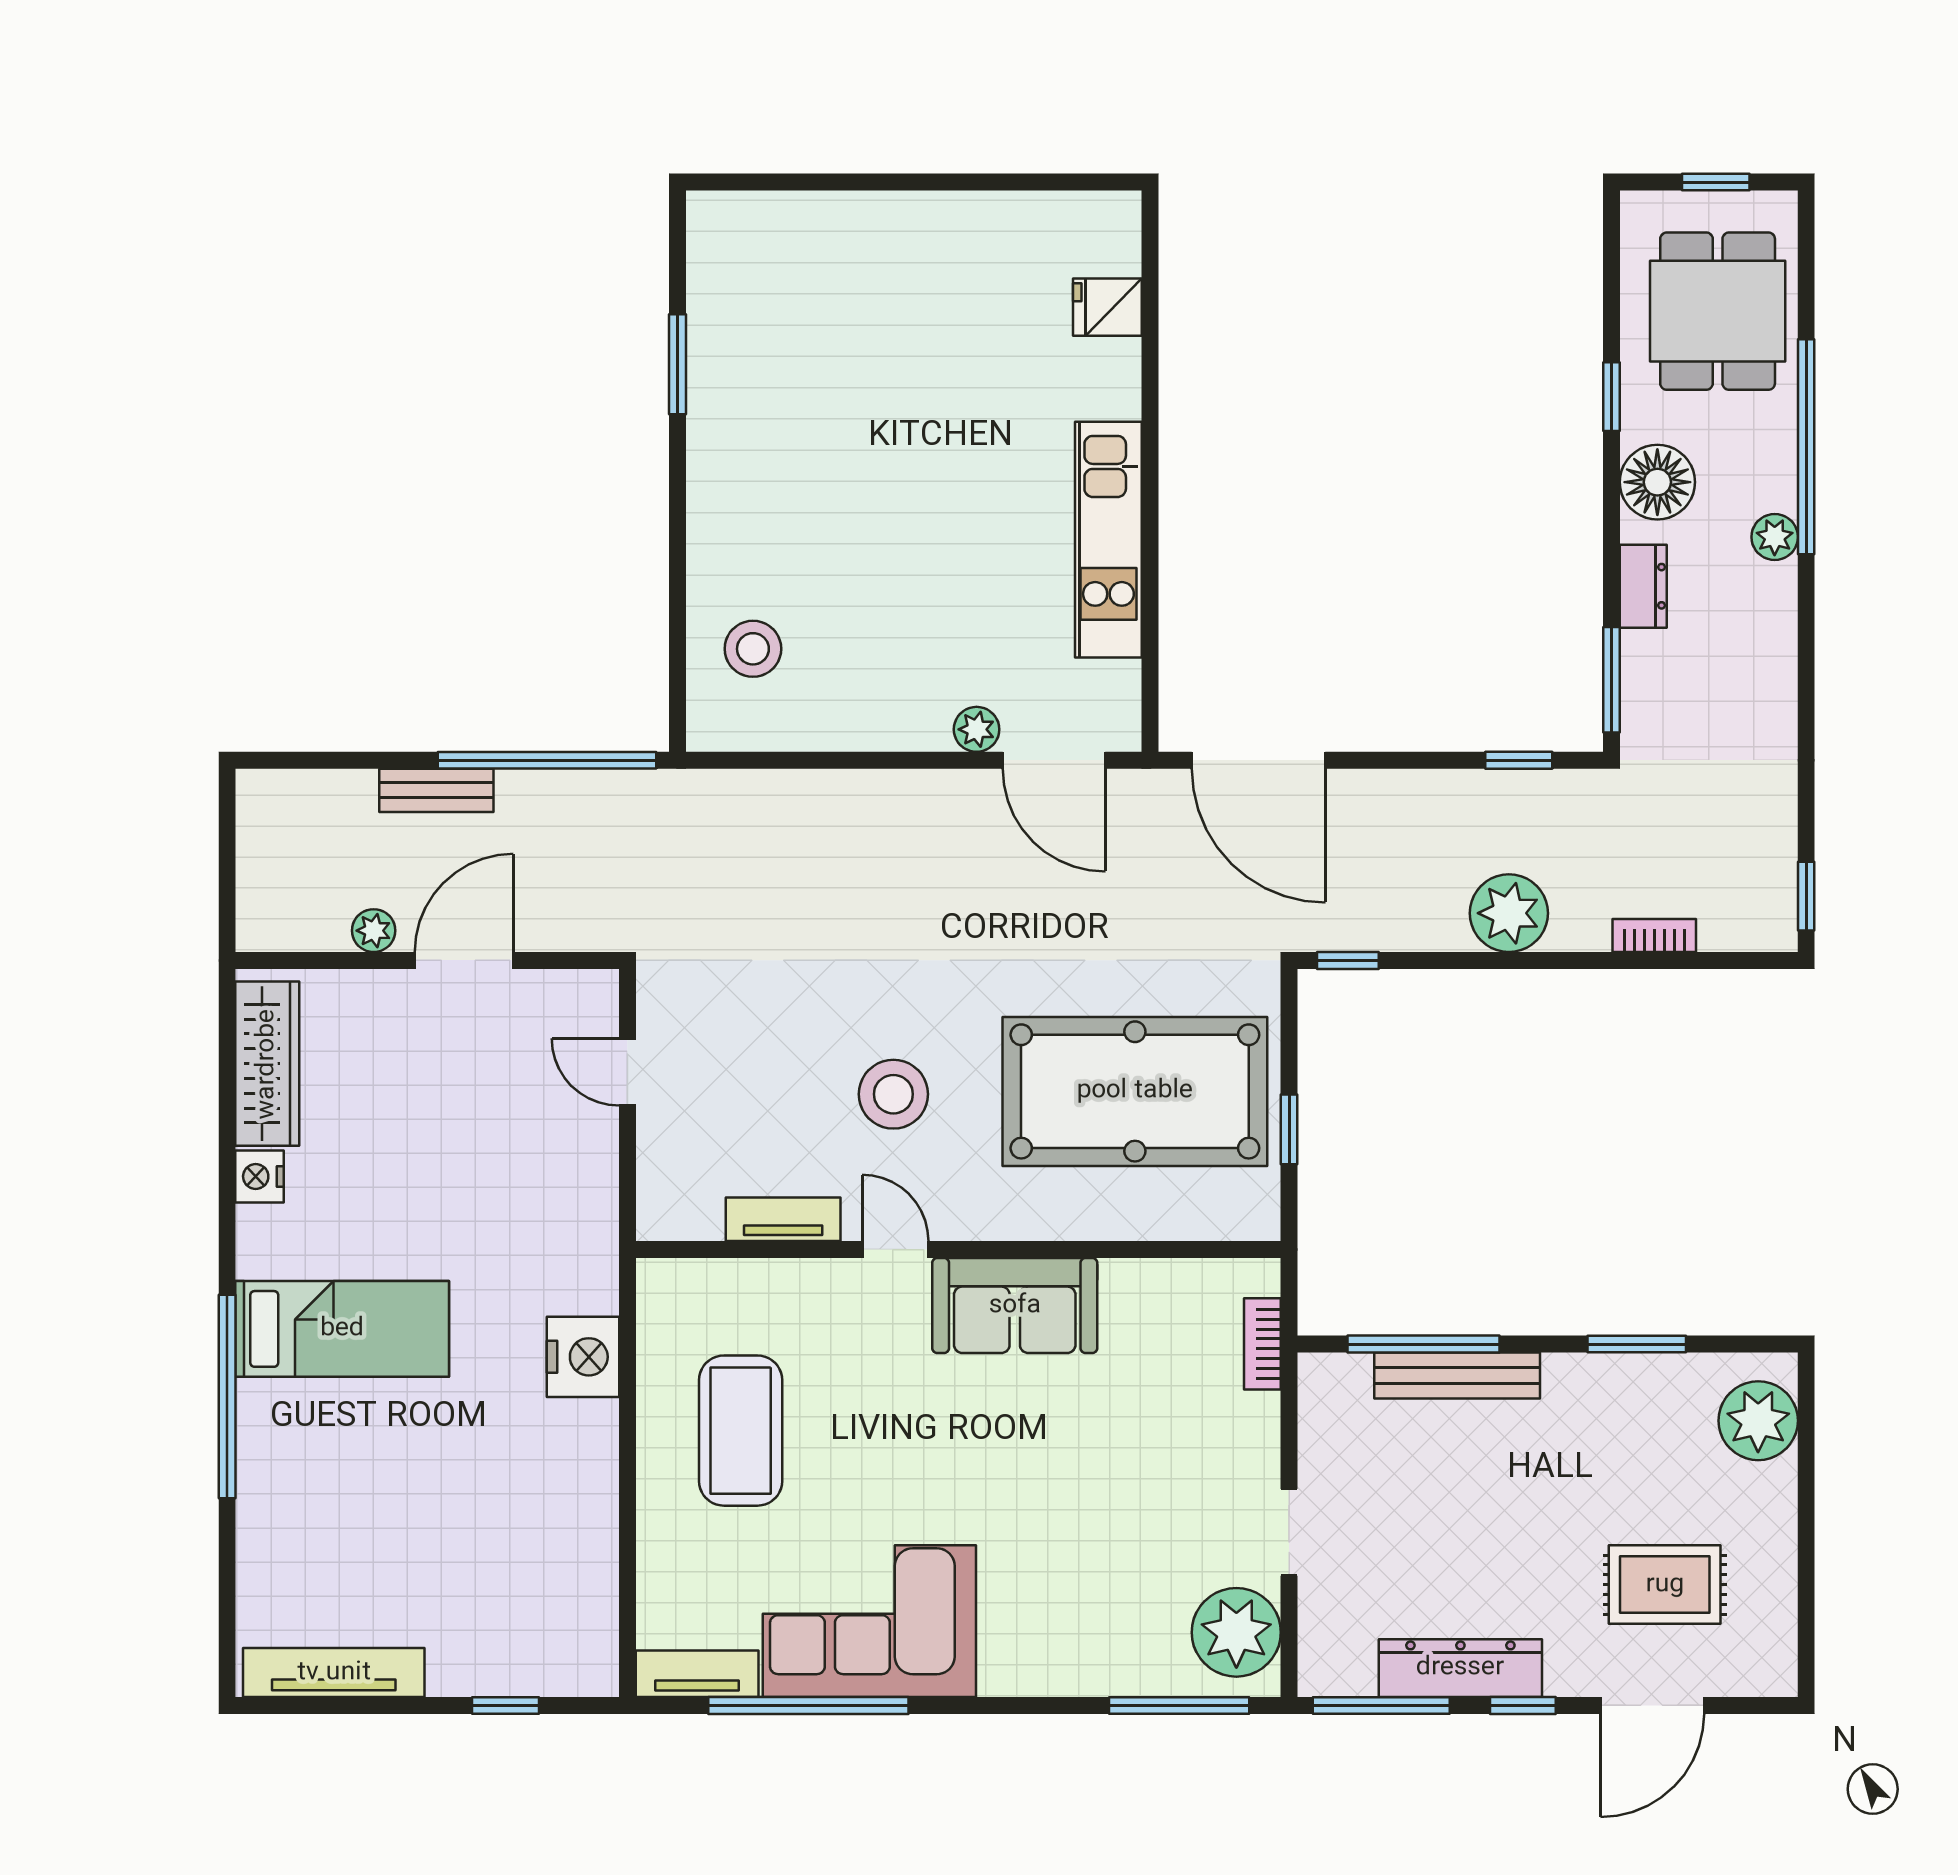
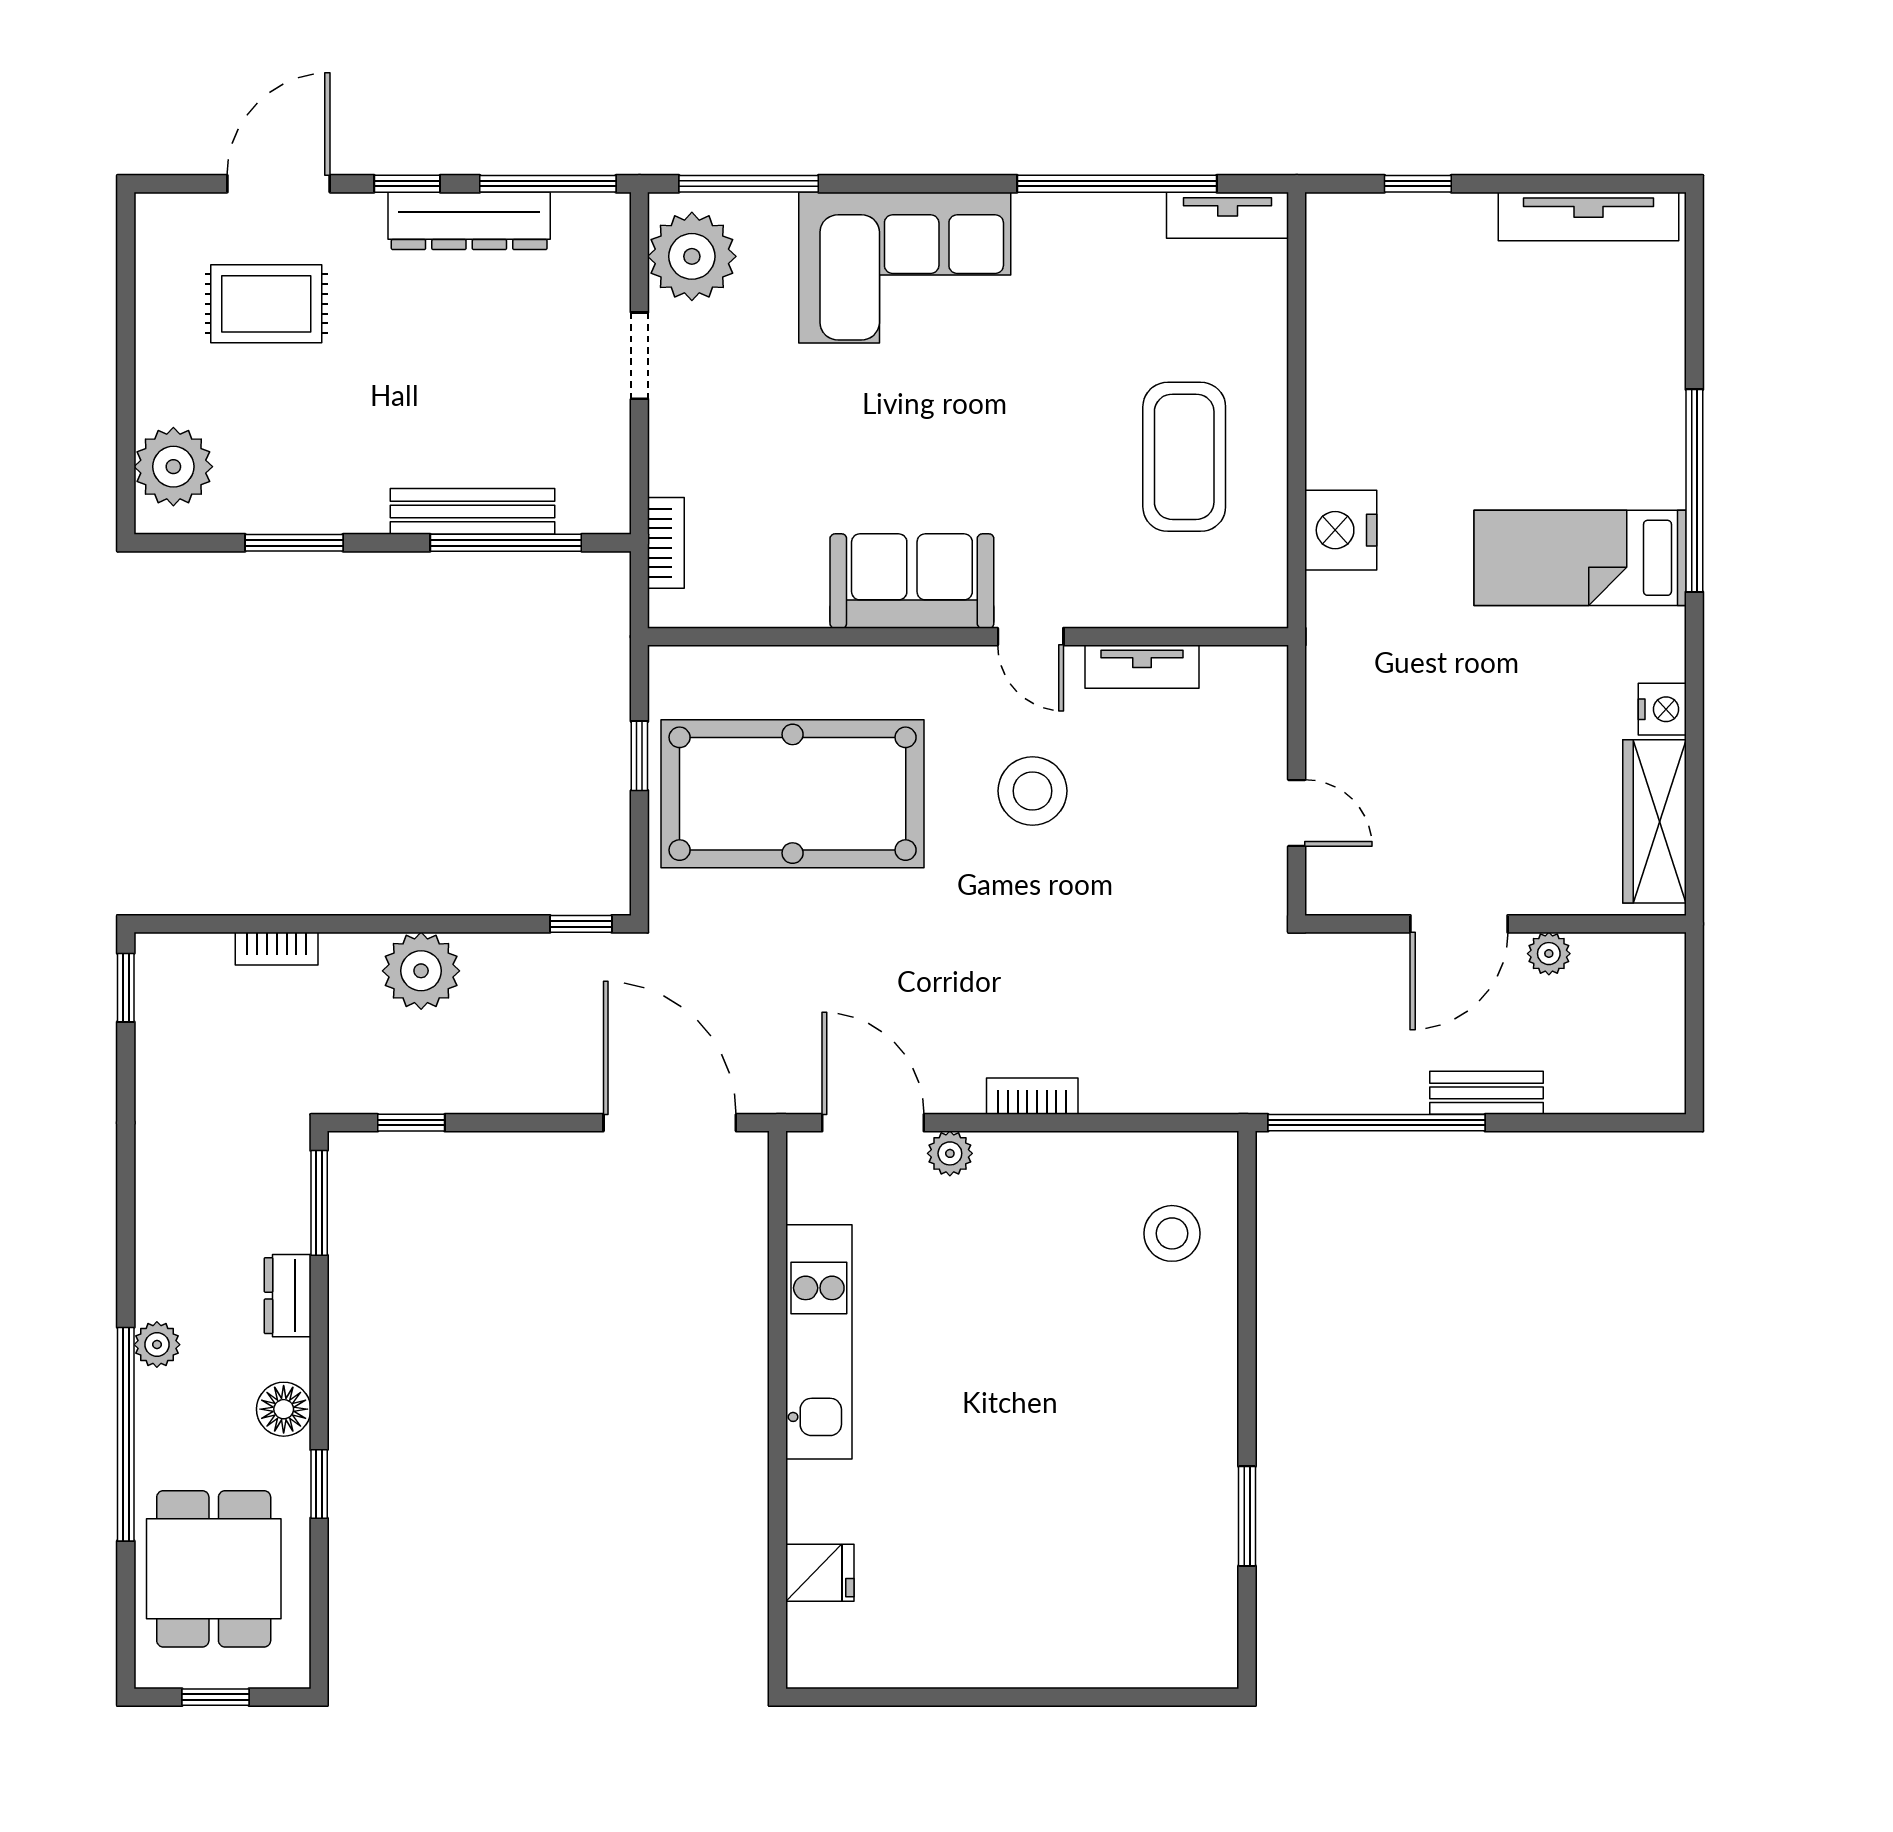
floor lamp: (1657, 482) -> (284, 1409), width x0.73, depth x0.73
bookcase: (894, 787) -> (1032, 1096), added
corner sofa: (869, 1621) -> (905, 268), moved

